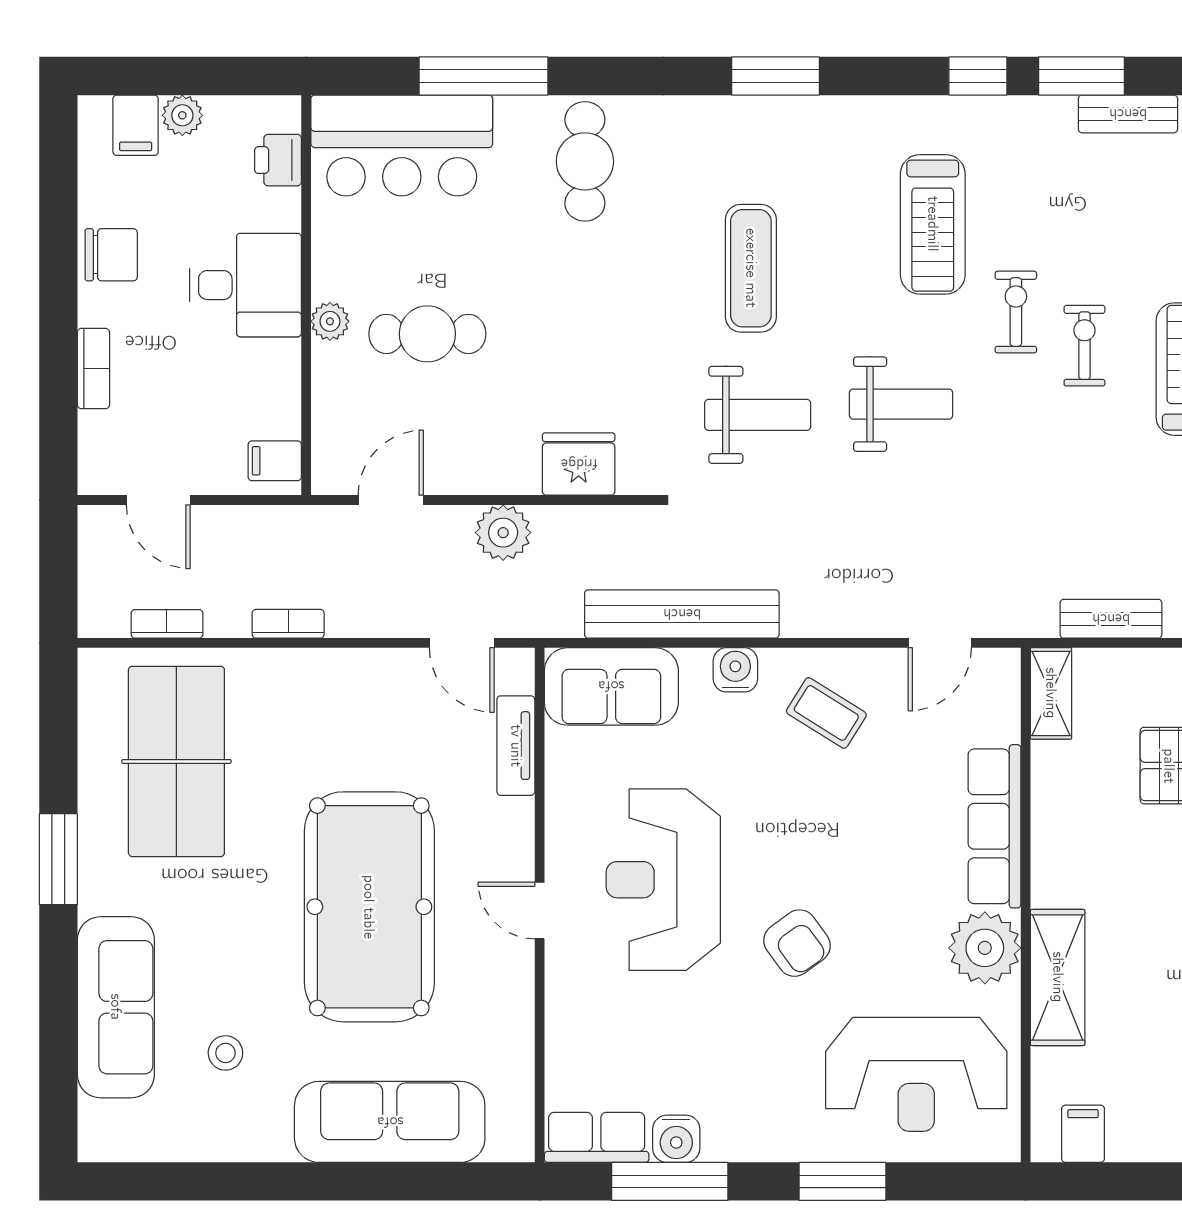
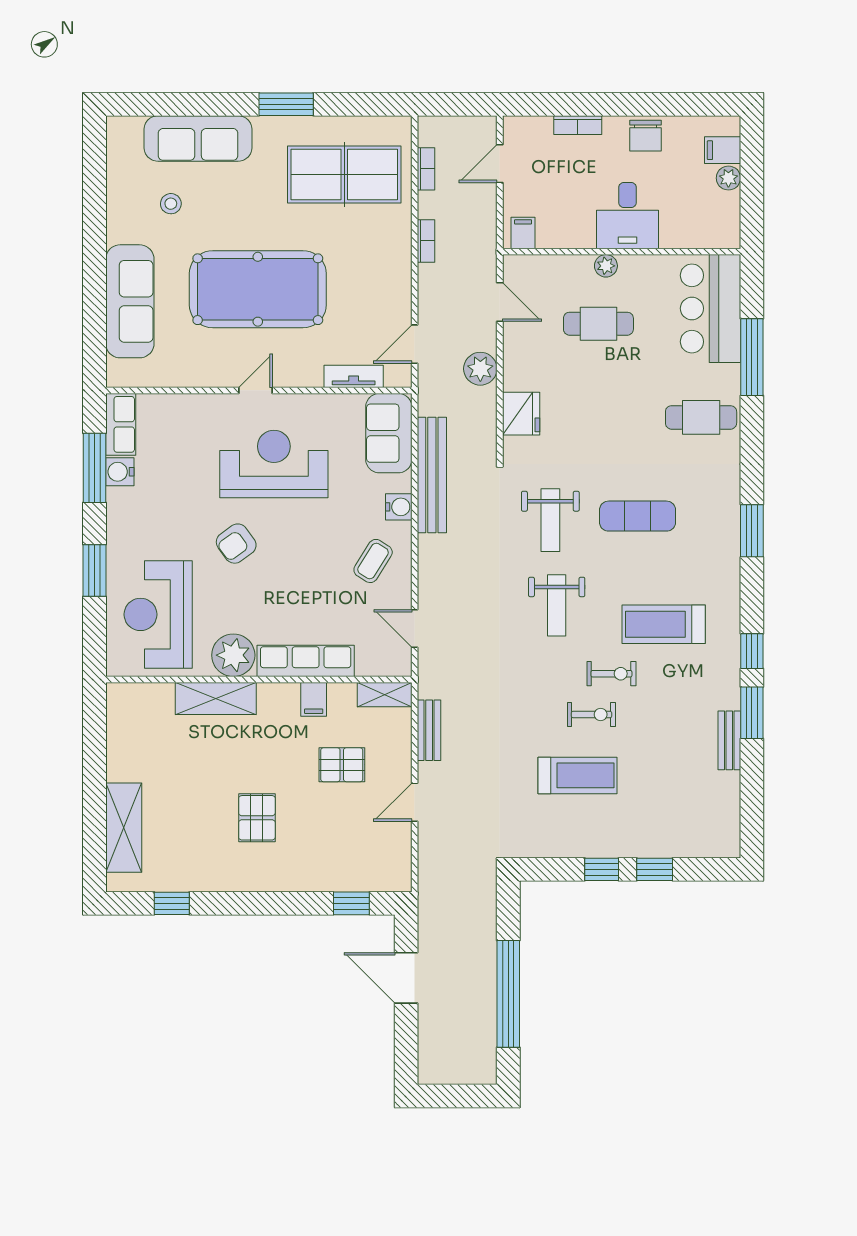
printer: (278, 160) -> (702, 235), removed
cafe table: (427, 334) -> (598, 324), turned 90
filing cabinet: (1083, 1134) -> (314, 699), moved, turned 90

